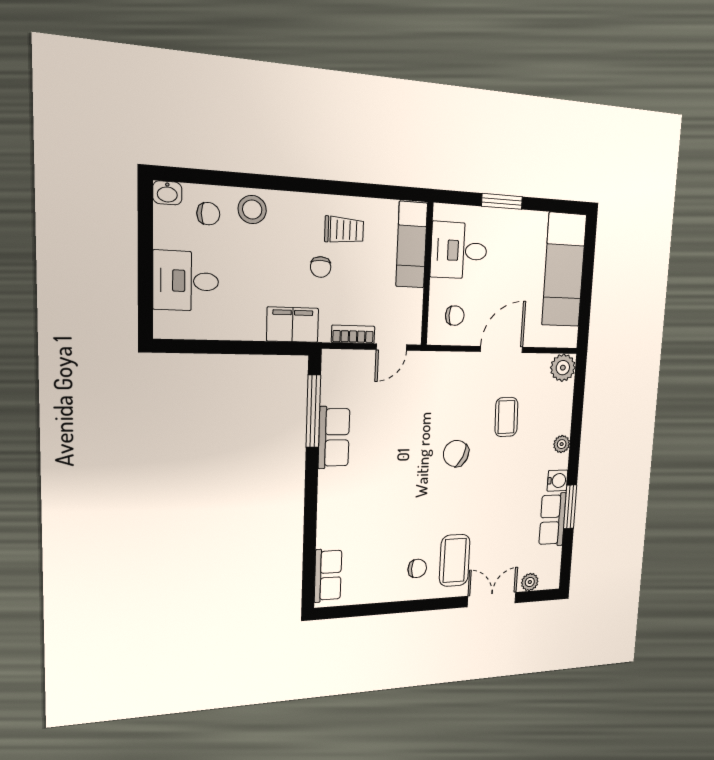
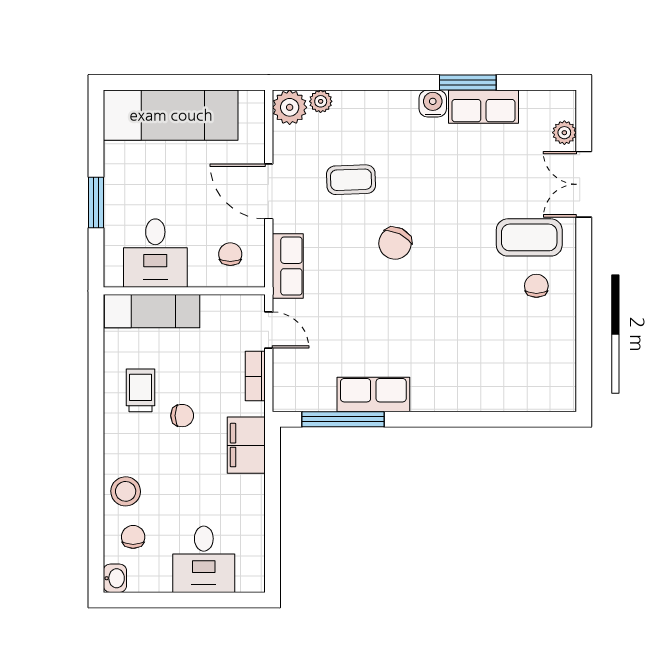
plant: (562, 444) -> (321, 101), moved
row of seats: (328, 575) -> (288, 266), moved, turned 90

